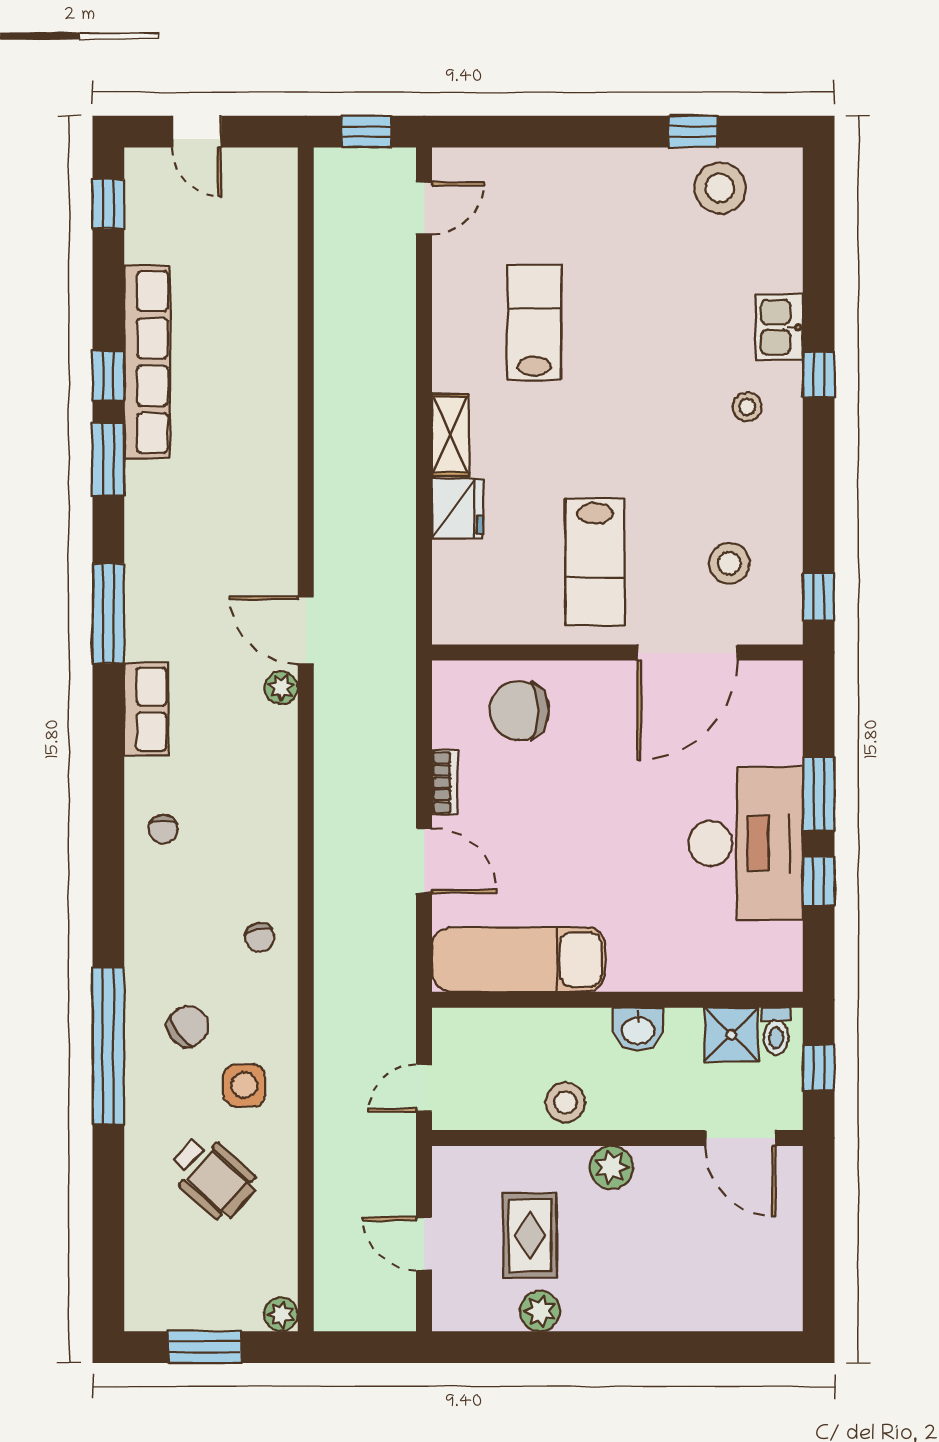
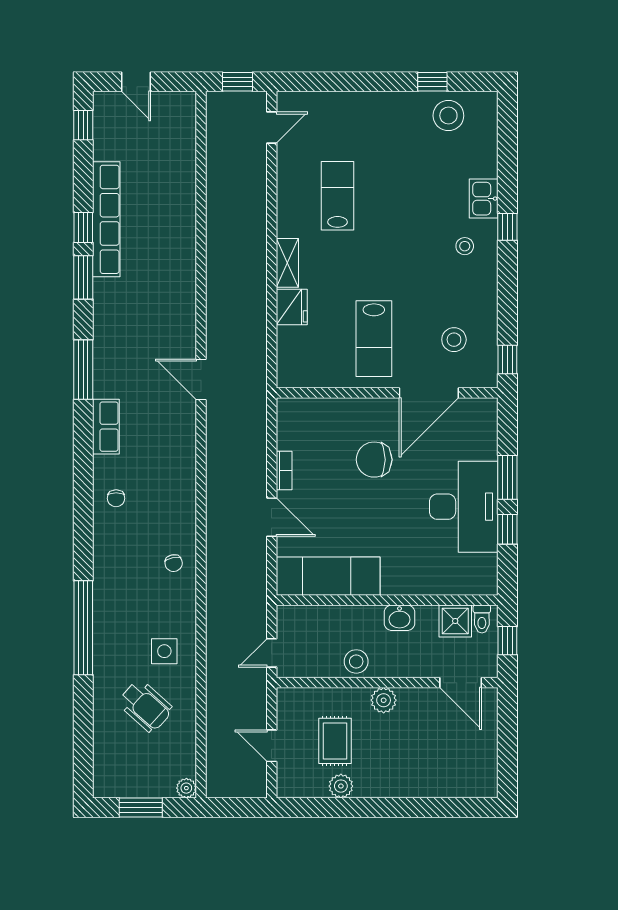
plant: (281, 688) -> (186, 414), removed
chair: (519, 711) -> (374, 460), moved
chair: (188, 1026) -> (131, 616), removed

